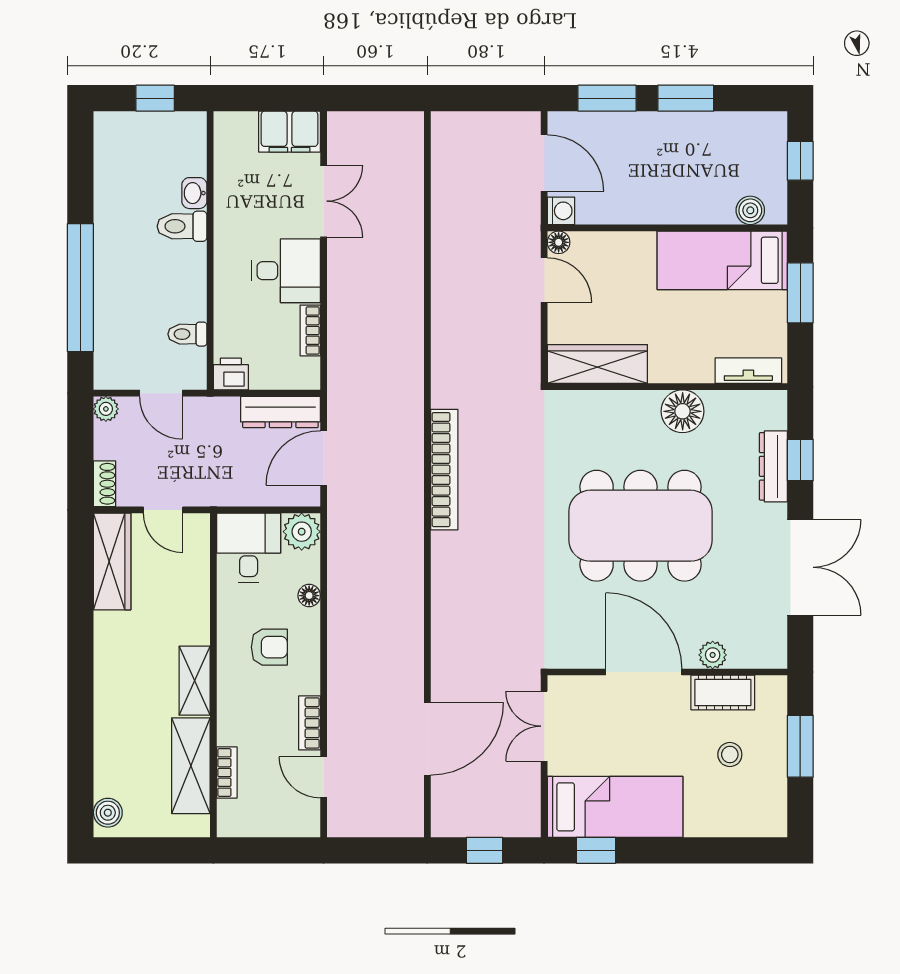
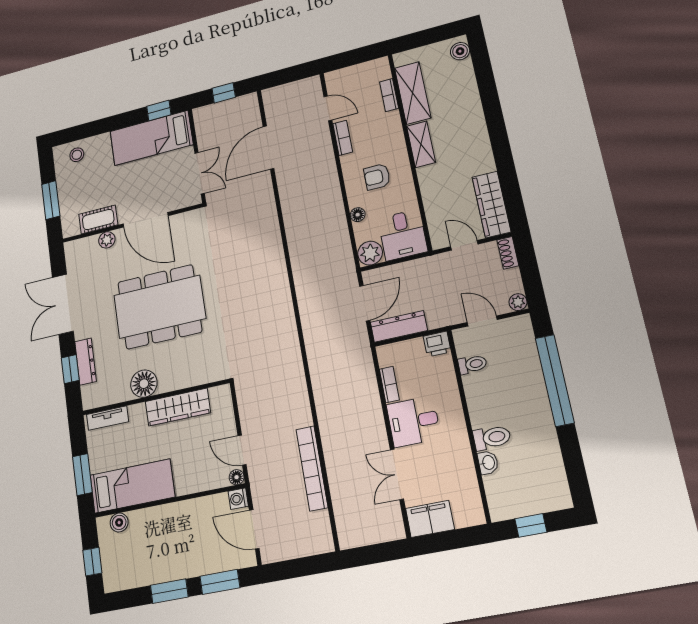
wardrobe: (597, 364) -> (178, 407), moved
bookcase: (444, 470) -> (312, 468), moved
stool: (730, 755) -> (77, 155), moved

